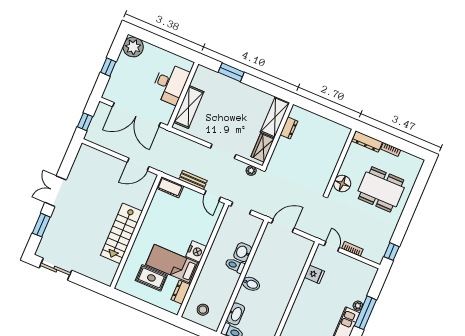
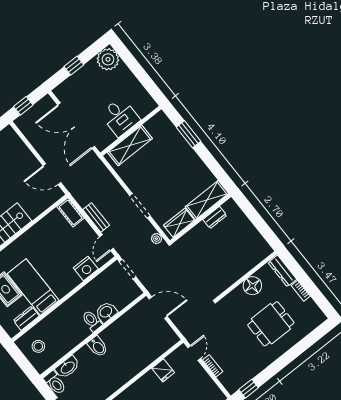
desk: (170, 84) -> (120, 117), width x0.73
floor lamp: (342, 183) -> (252, 286), moved
dining table: (381, 189) -> (271, 324), width x0.73
nightstand: (196, 251) -> (86, 268), moved

